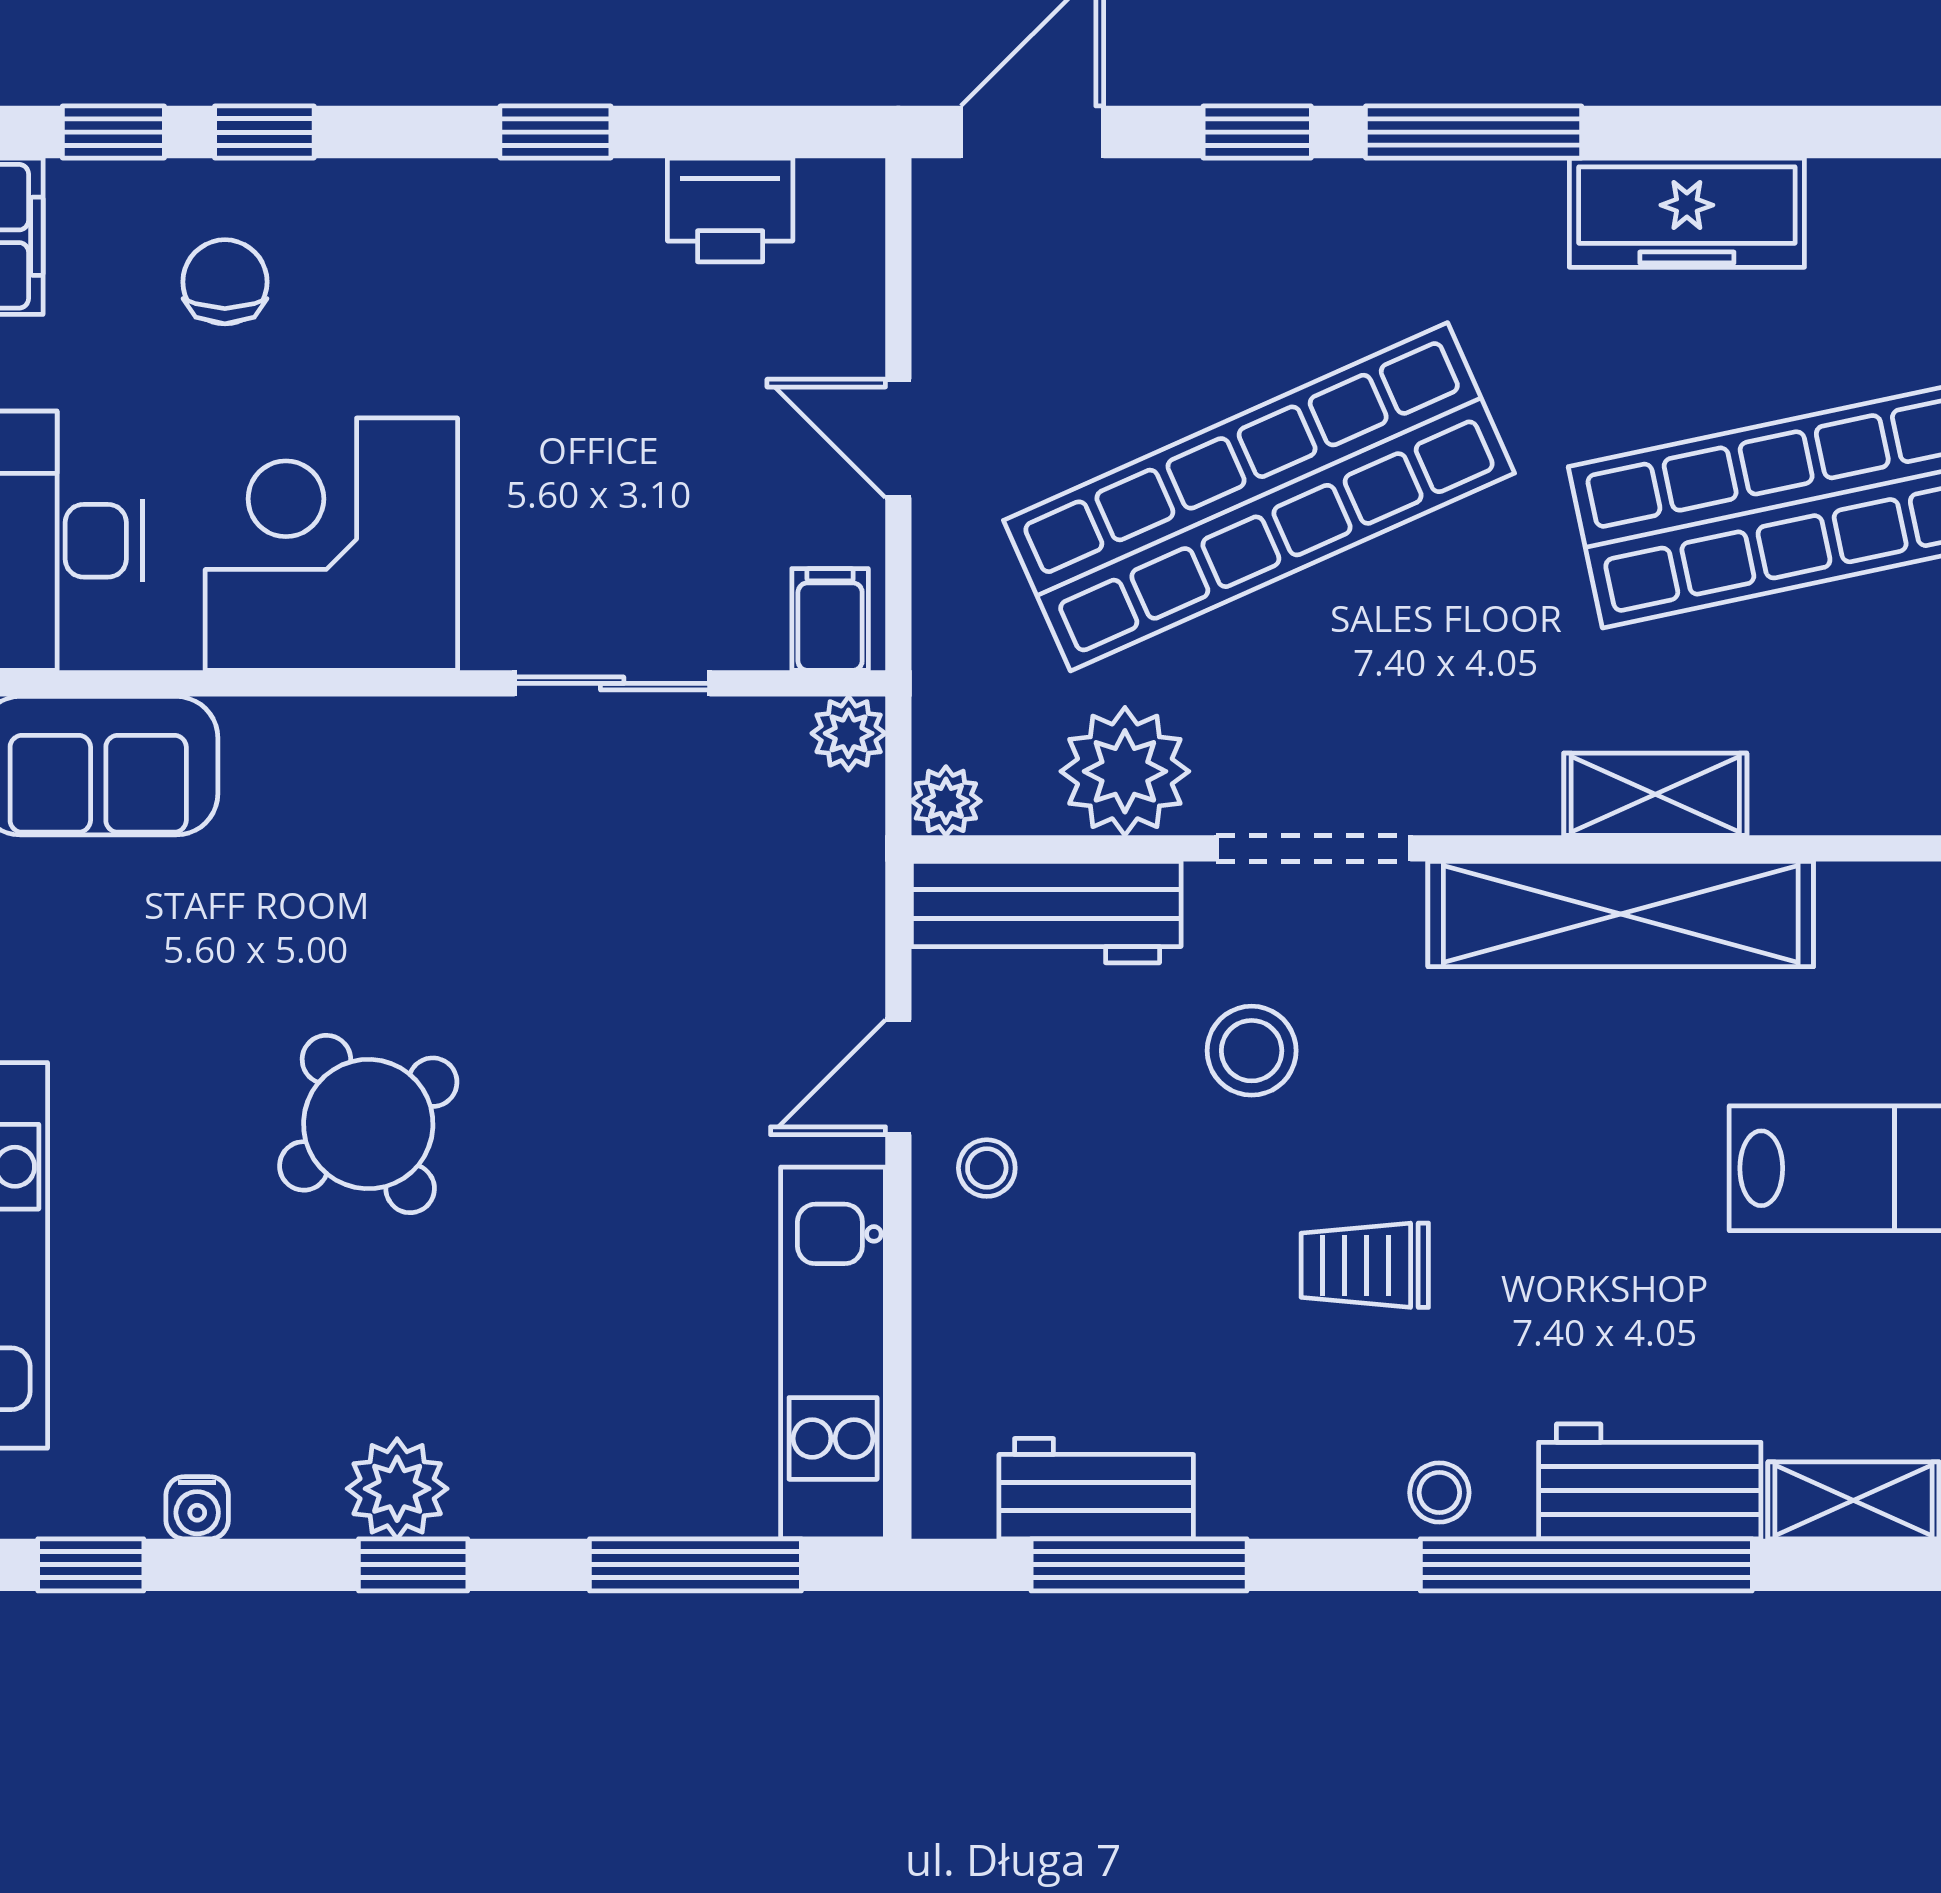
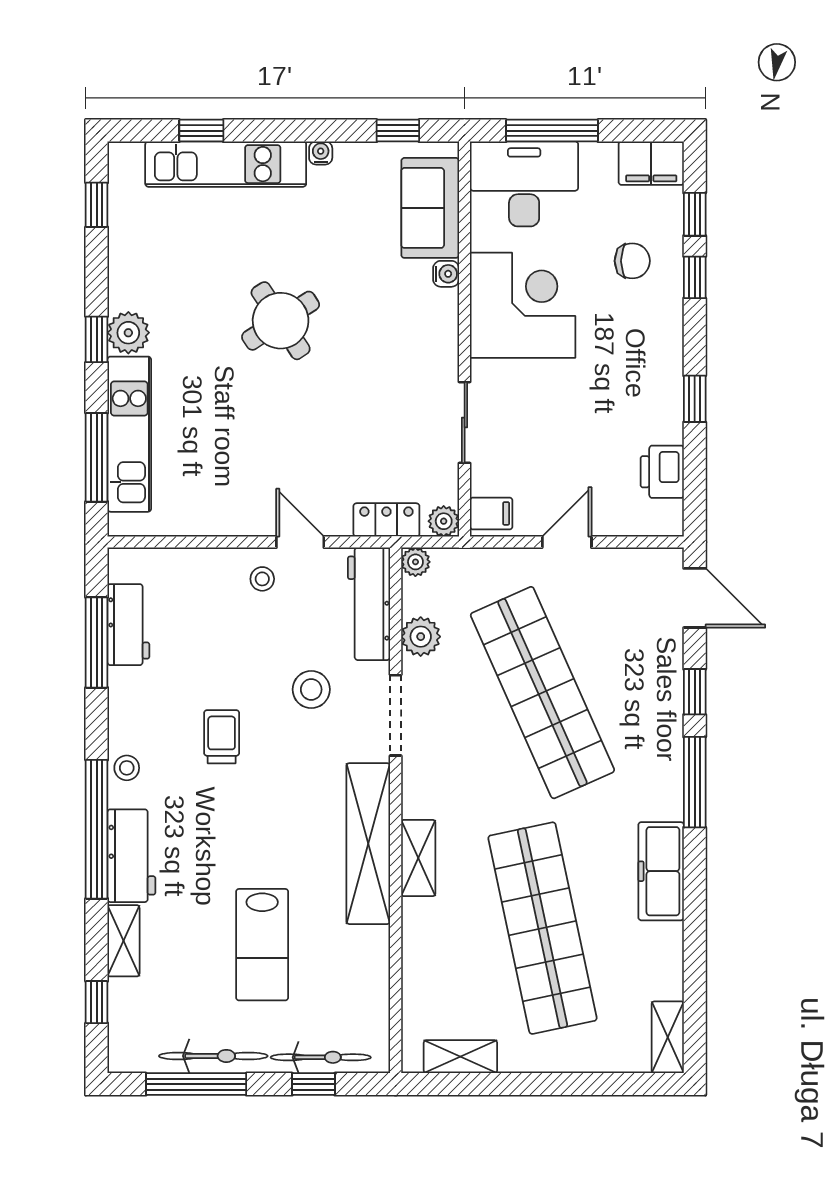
plant: (1125, 771) -> (421, 637), width x0.73, depth x0.73
locker: (845, 871) -> (386, 520), added
kitchen unit: (833, 1353) -> (129, 434), moved, turned 90
water cooler: (197, 1508) -> (446, 274), moved, turned 180

